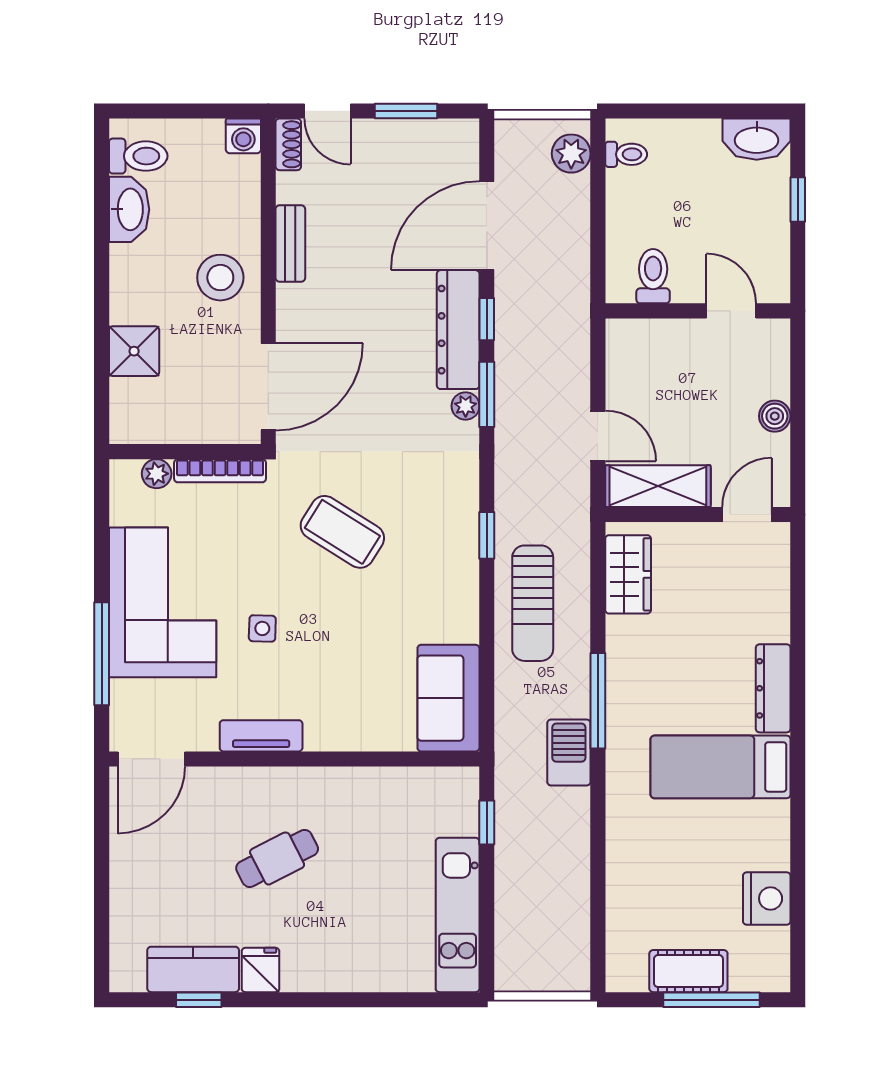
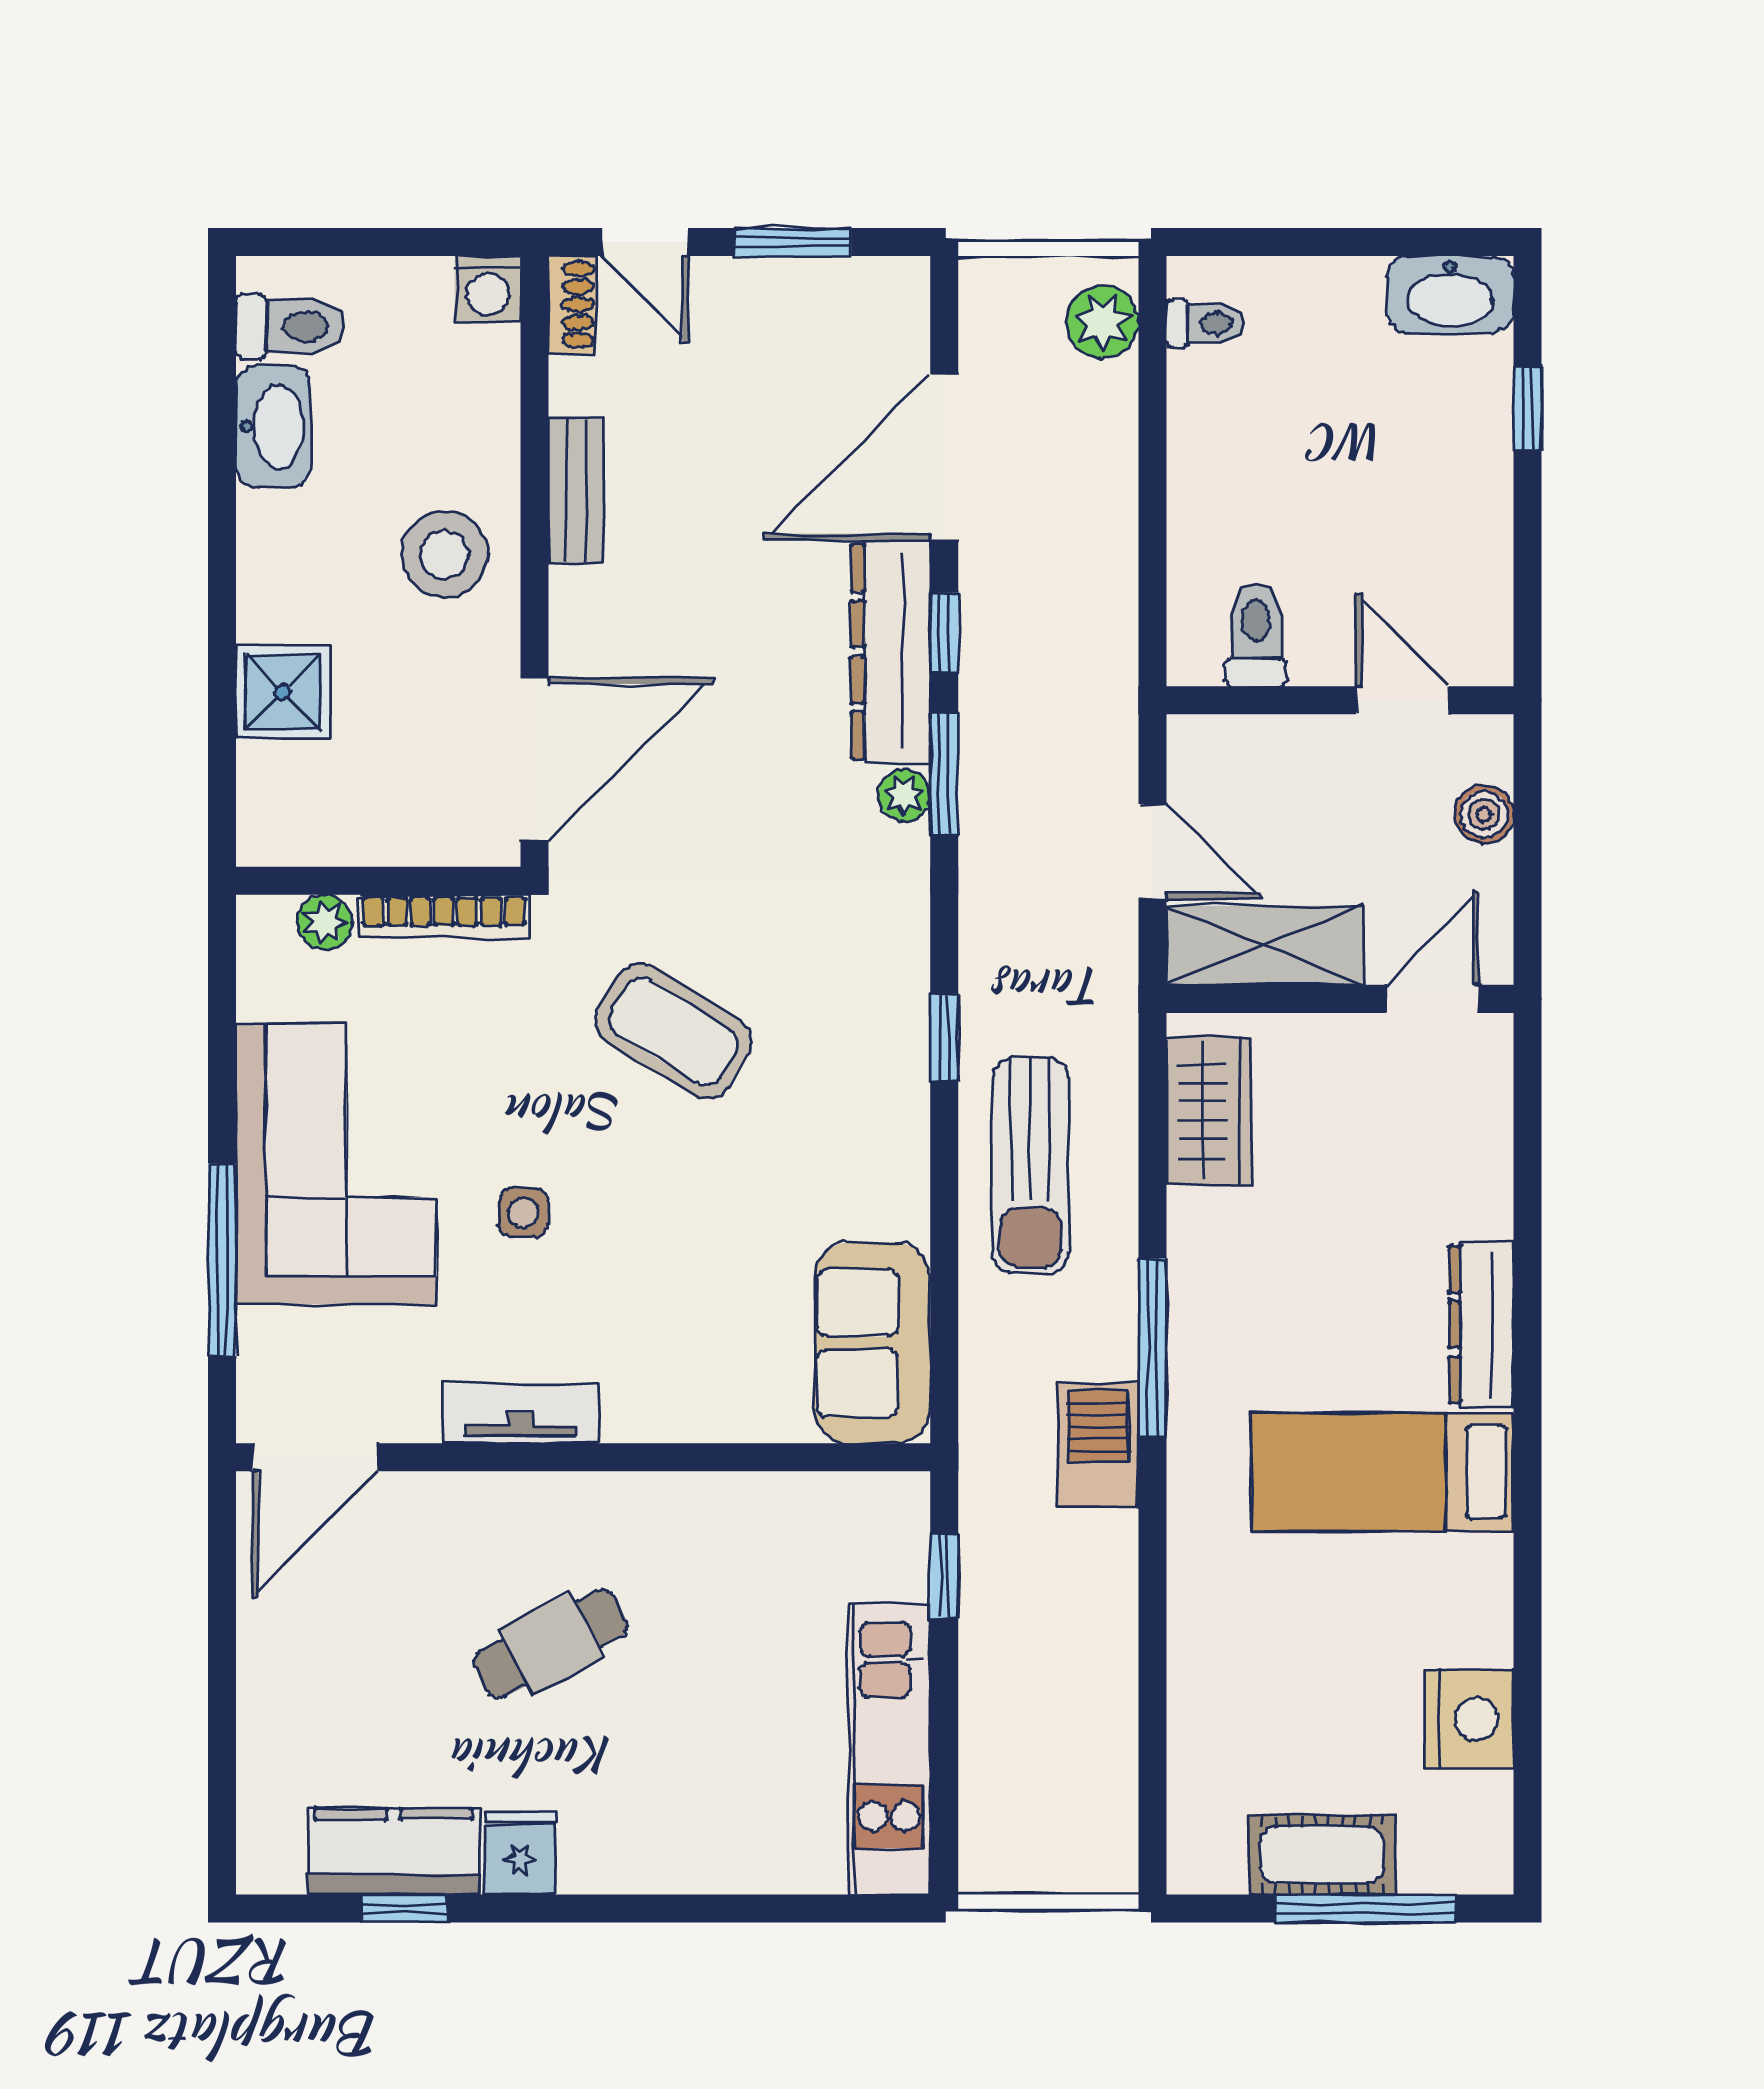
toilet: (653, 276) -> (1256, 635), moved
wall: (698, 311) -> (1340, 700), moved
door: (731, 311) -> (1402, 700), moved

